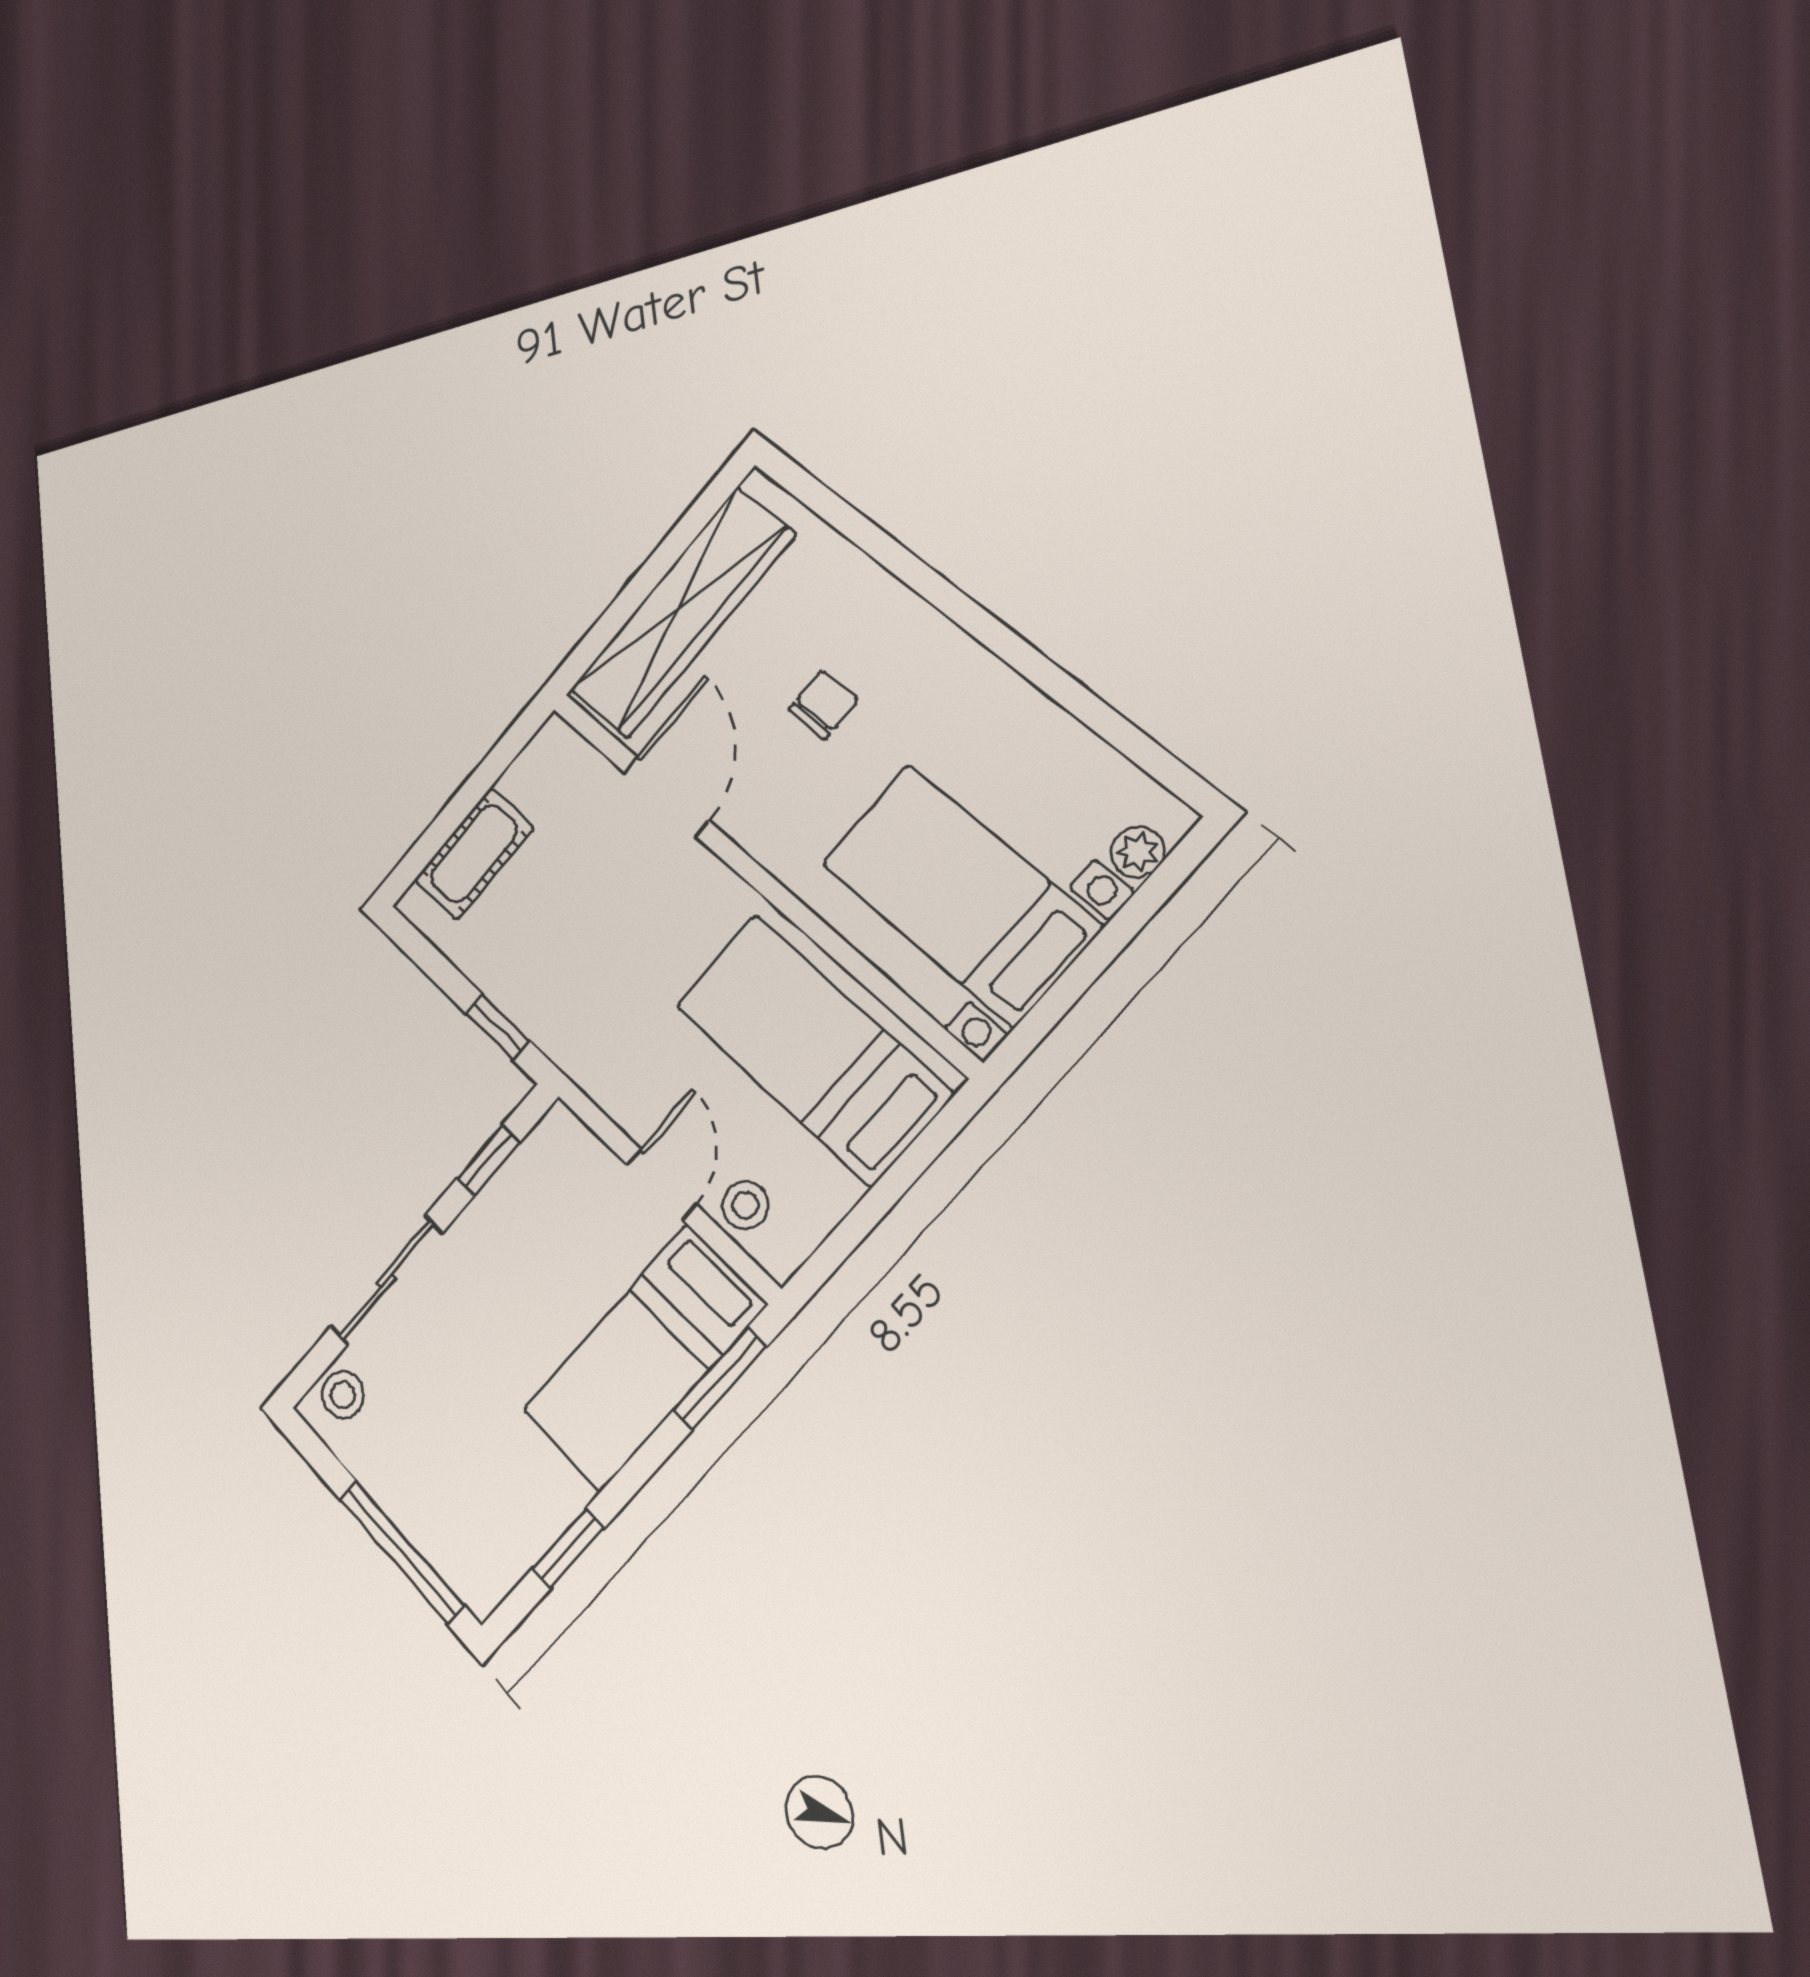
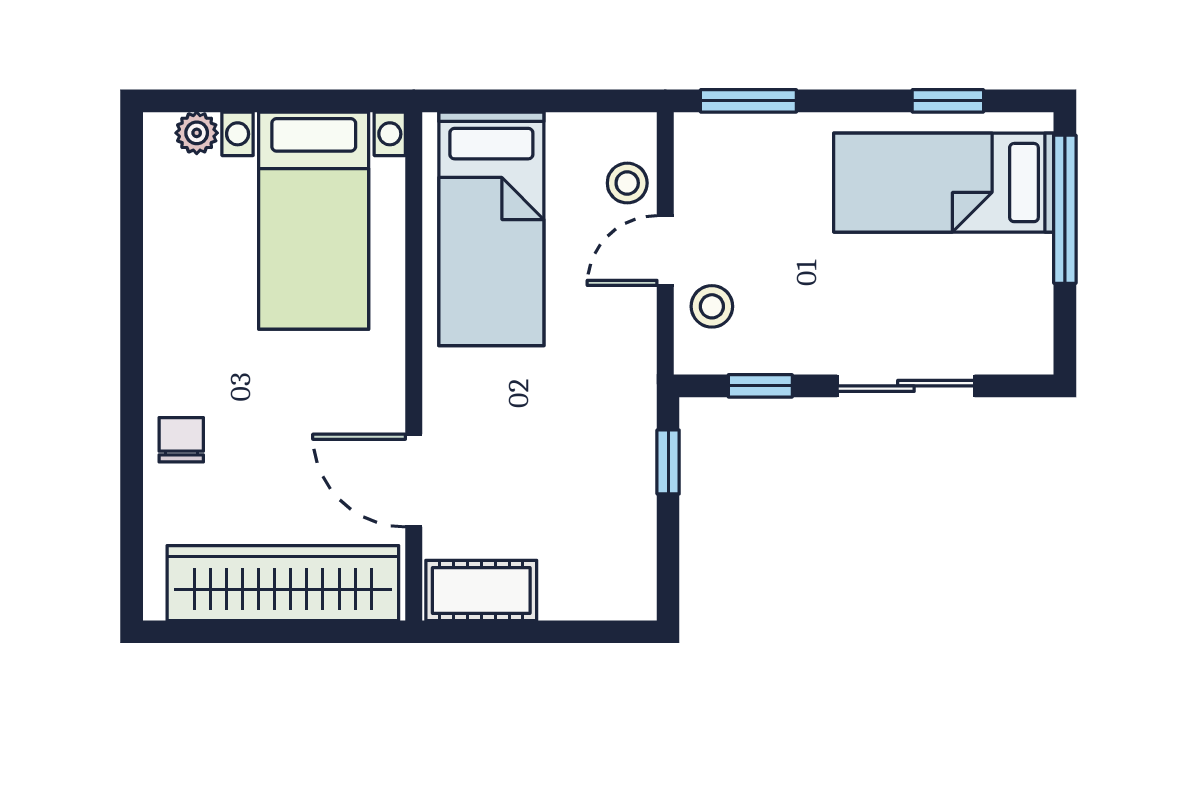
chair: (823, 705) -> (181, 440), moved, turned 90
door: (666, 796) -> (414, 481), hinge flipped
cot: (474, 854) -> (481, 590), moved
bed: (644, 1358) -> (944, 183), moved, turned 180
stool: (343, 1395) -> (712, 306), moved

